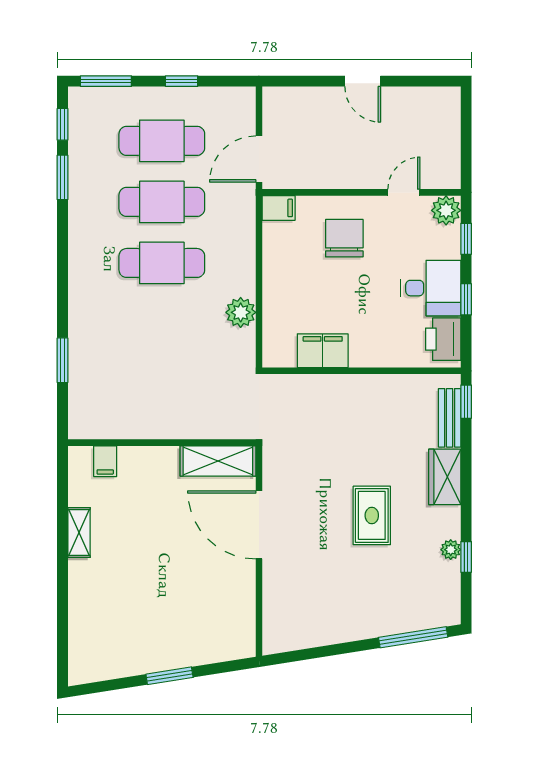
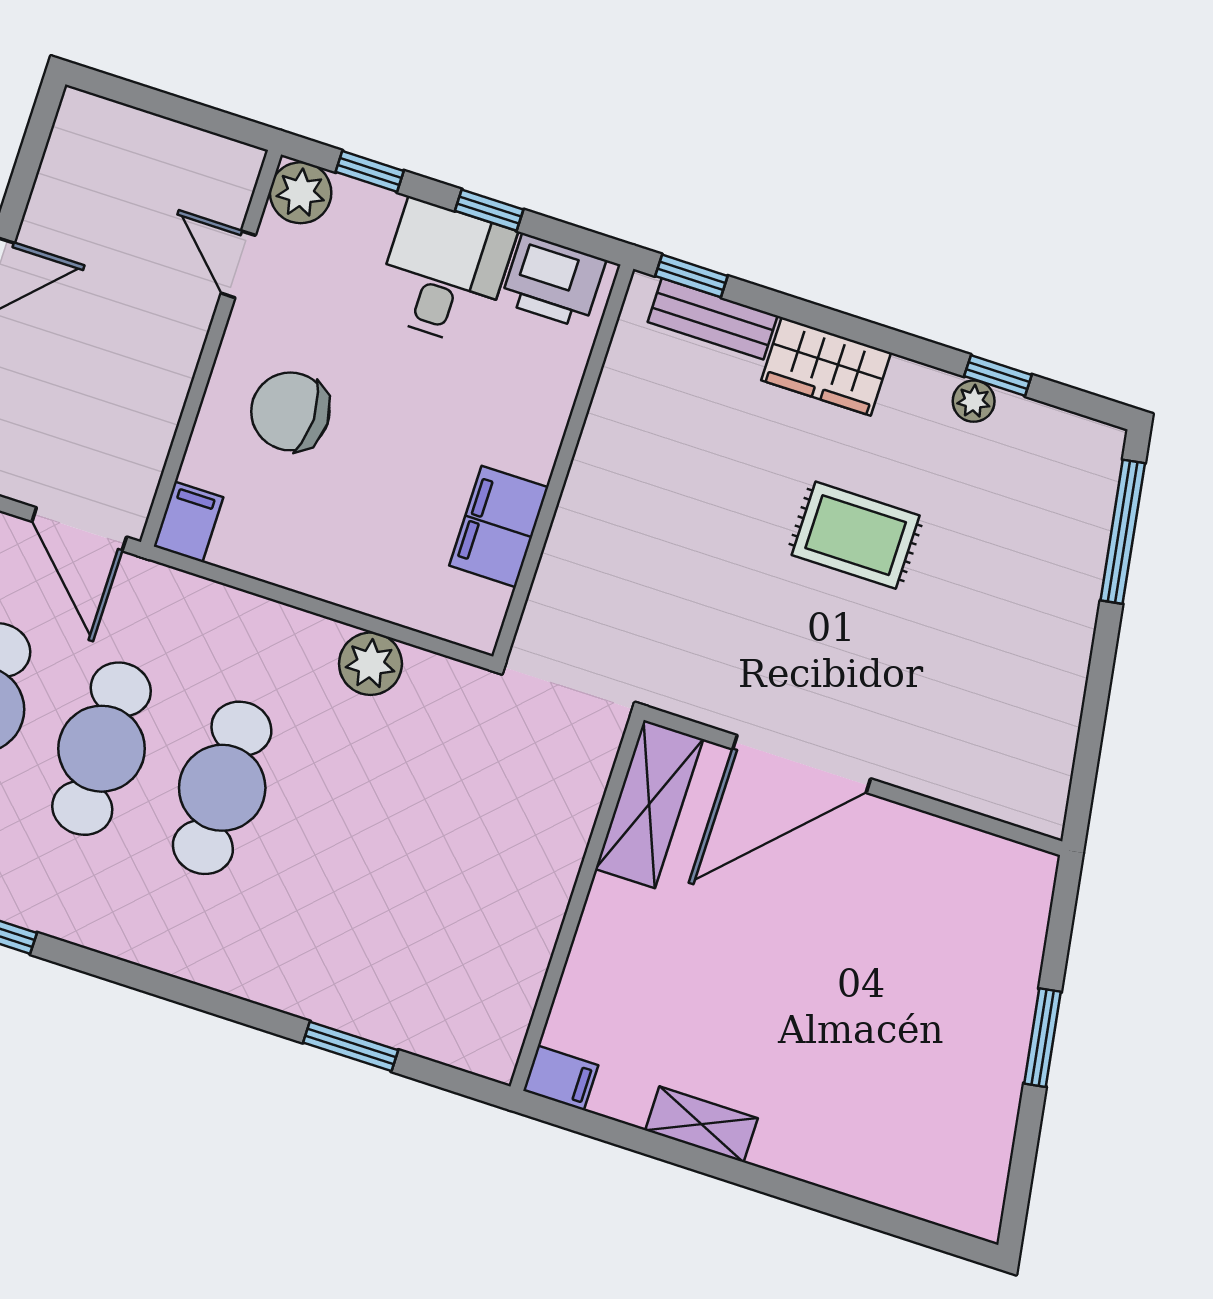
filing cabinet: (105, 461) -> (561, 1078), moved

